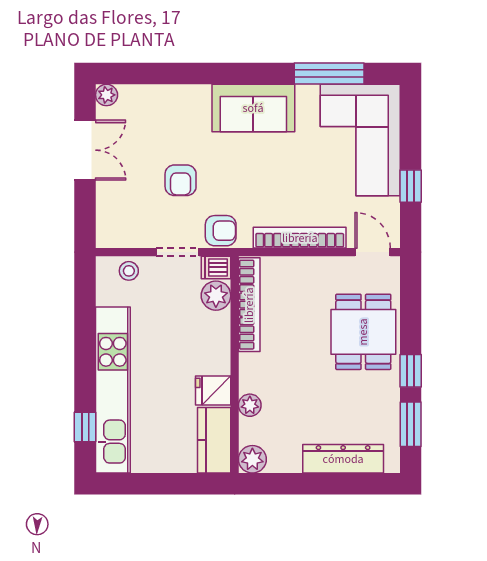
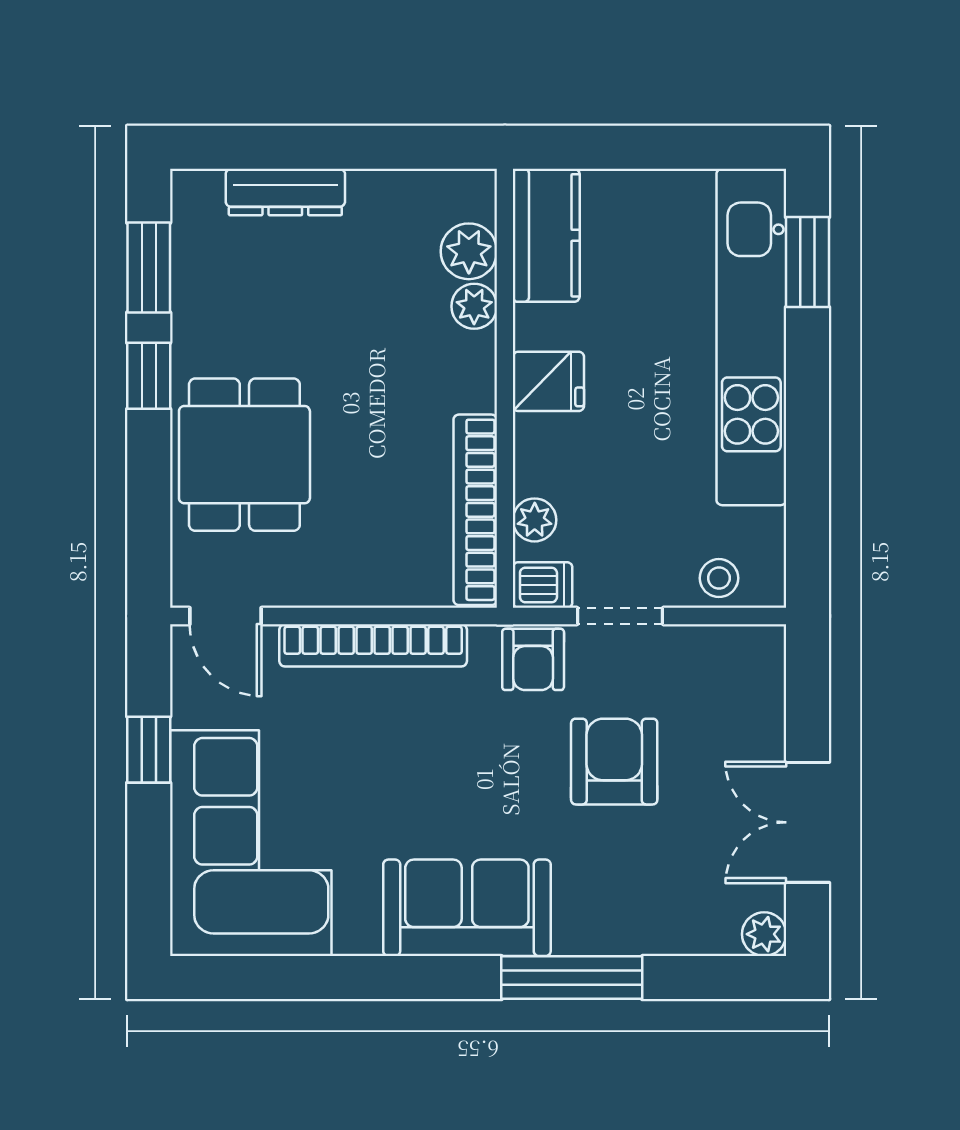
window: (329, 73) -> (572, 978), moved
armchair: (181, 180) -> (614, 762), width x1.38, depth x1.38
armchair: (221, 231) -> (533, 659), turned -90
plant: (216, 296) -> (535, 520), width x0.73, depth x0.73
fridge: (213, 391) -> (548, 381), moved
window: (85, 427) -> (808, 262), width x1.50
plant: (252, 459) -> (469, 251), moved
dresser: (343, 459) -> (285, 192), width x0.73, depth x0.80

